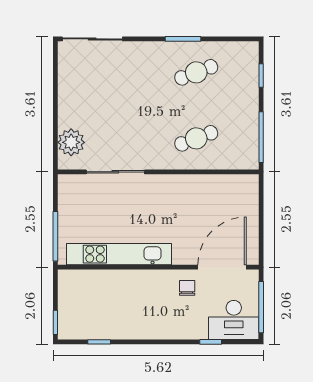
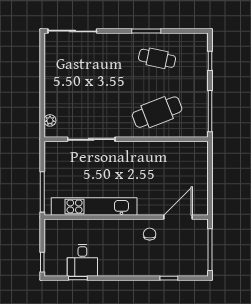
cafe table: (196, 72) -> (157, 58), turned 33
cafe table: (196, 138) -> (157, 112), width x1.37, depth x1.35
plant: (71, 142) -> (50, 120), width x0.53, depth x0.53
door: (222, 267) -> (178, 217), width x0.73
desk: (234, 320) -> (82, 260), moved, width x0.73

